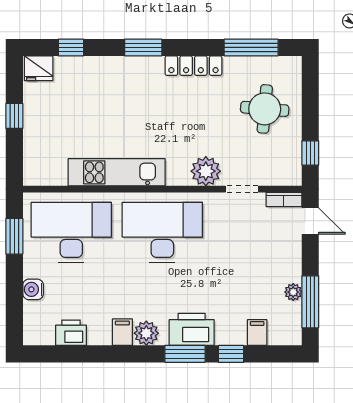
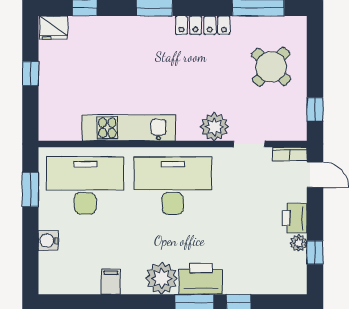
round table: (265, 109) -> (271, 67), turned 38
window: (310, 302) -> (315, 252), width x0.46
filing cabinet: (122, 332) -> (111, 282), moved
printer: (71, 333) -> (295, 218), moved, turned -90
plant: (146, 333) -> (162, 278), width x1.36, depth x1.36
filing cabinet: (257, 333) -> (264, 282), removed

